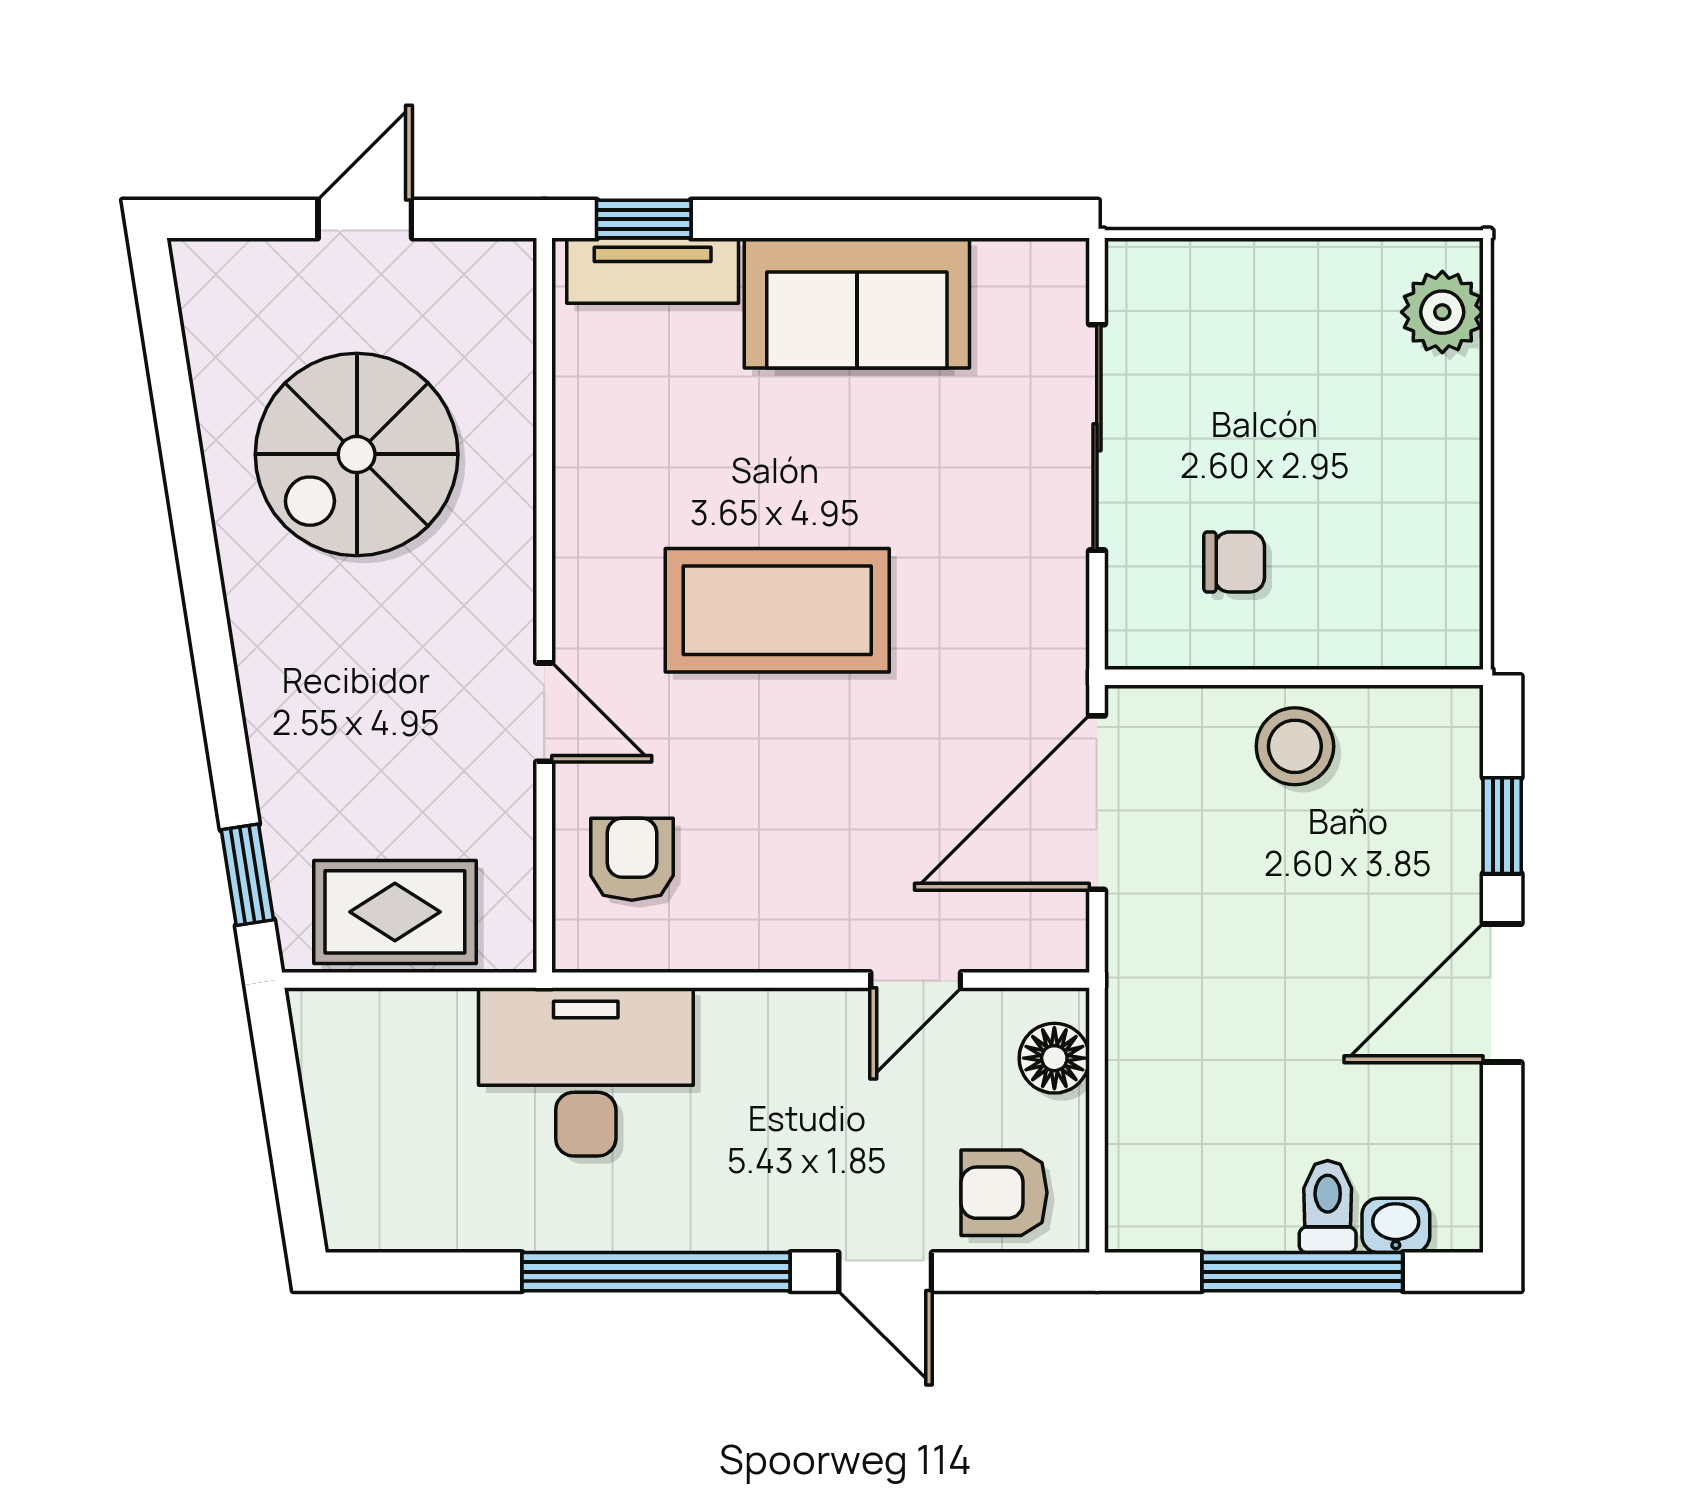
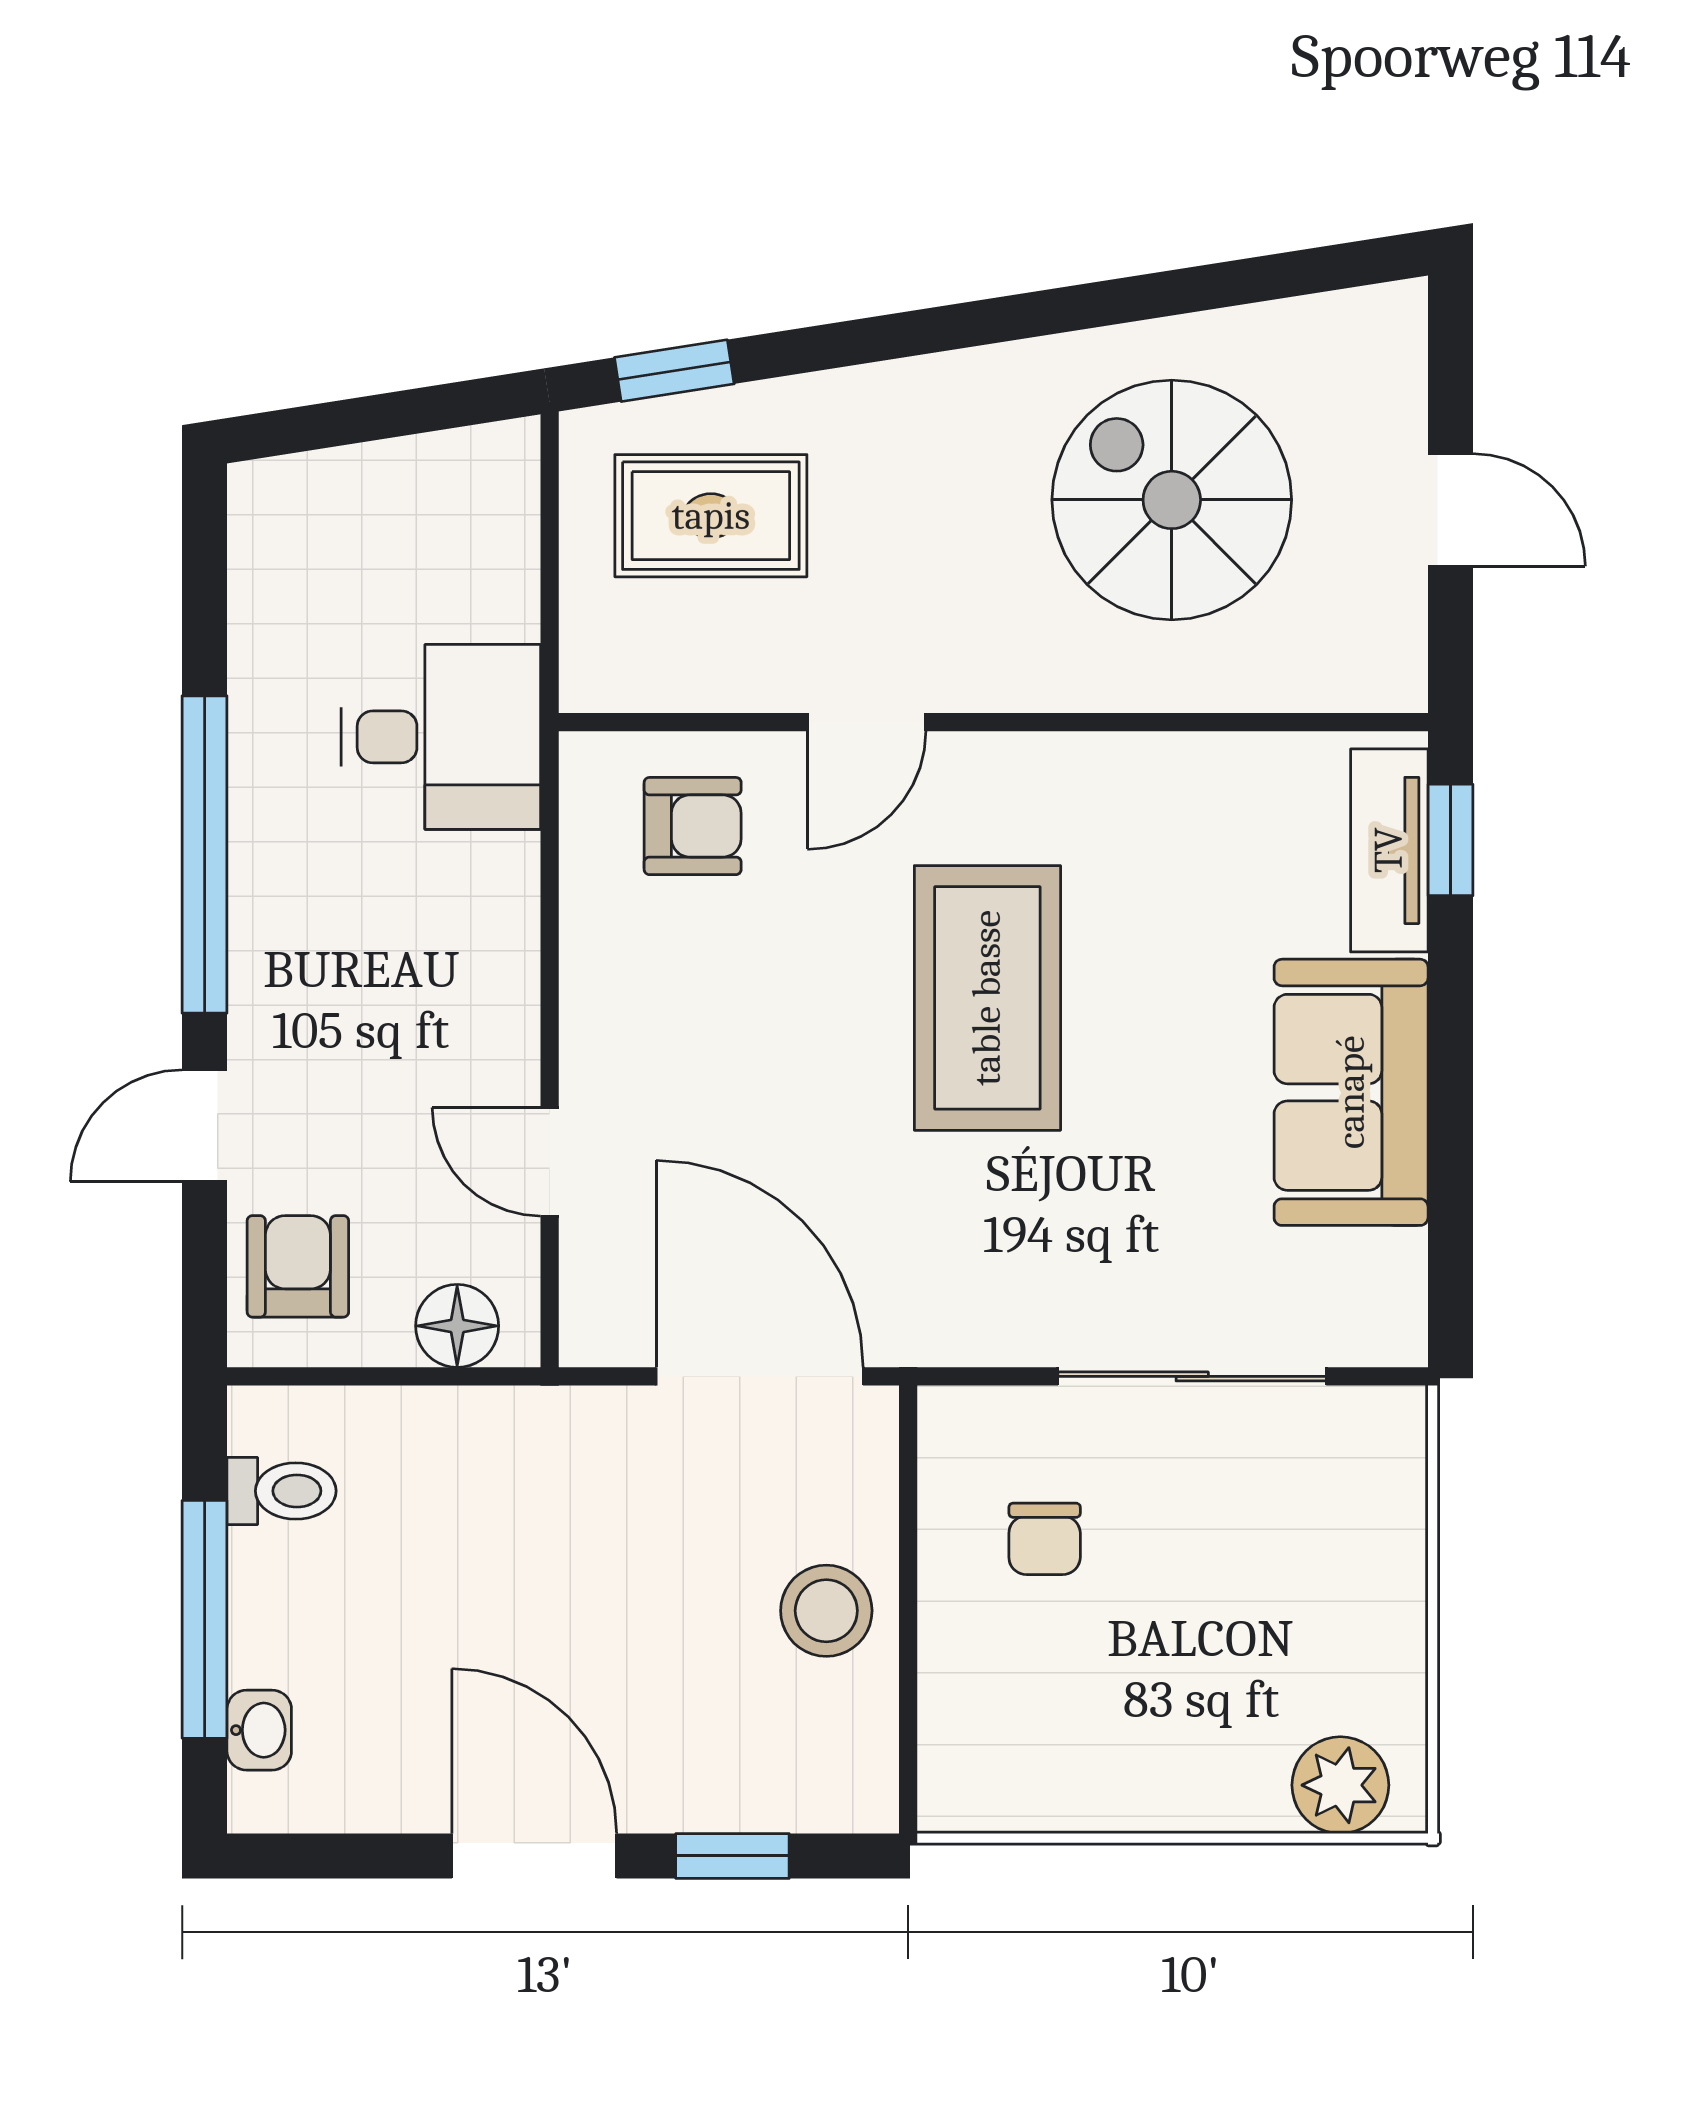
rug: (395, 912) -> (711, 516), moved, turned 90
desk: (586, 1072) -> (441, 737), width x0.73
toilet: (1328, 1207) -> (282, 1491), moved

